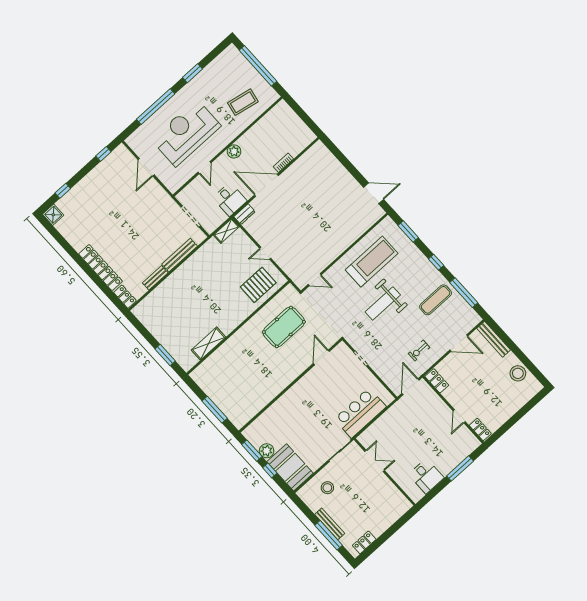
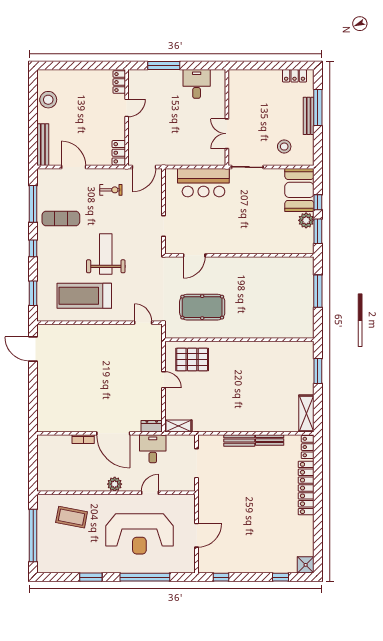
bench: (180, 255) -> (239, 441), width x0.73
weight bench: (383, 303) -> (106, 254), turned -90
shelving: (209, 344) -> (306, 413), moved, turned 90

